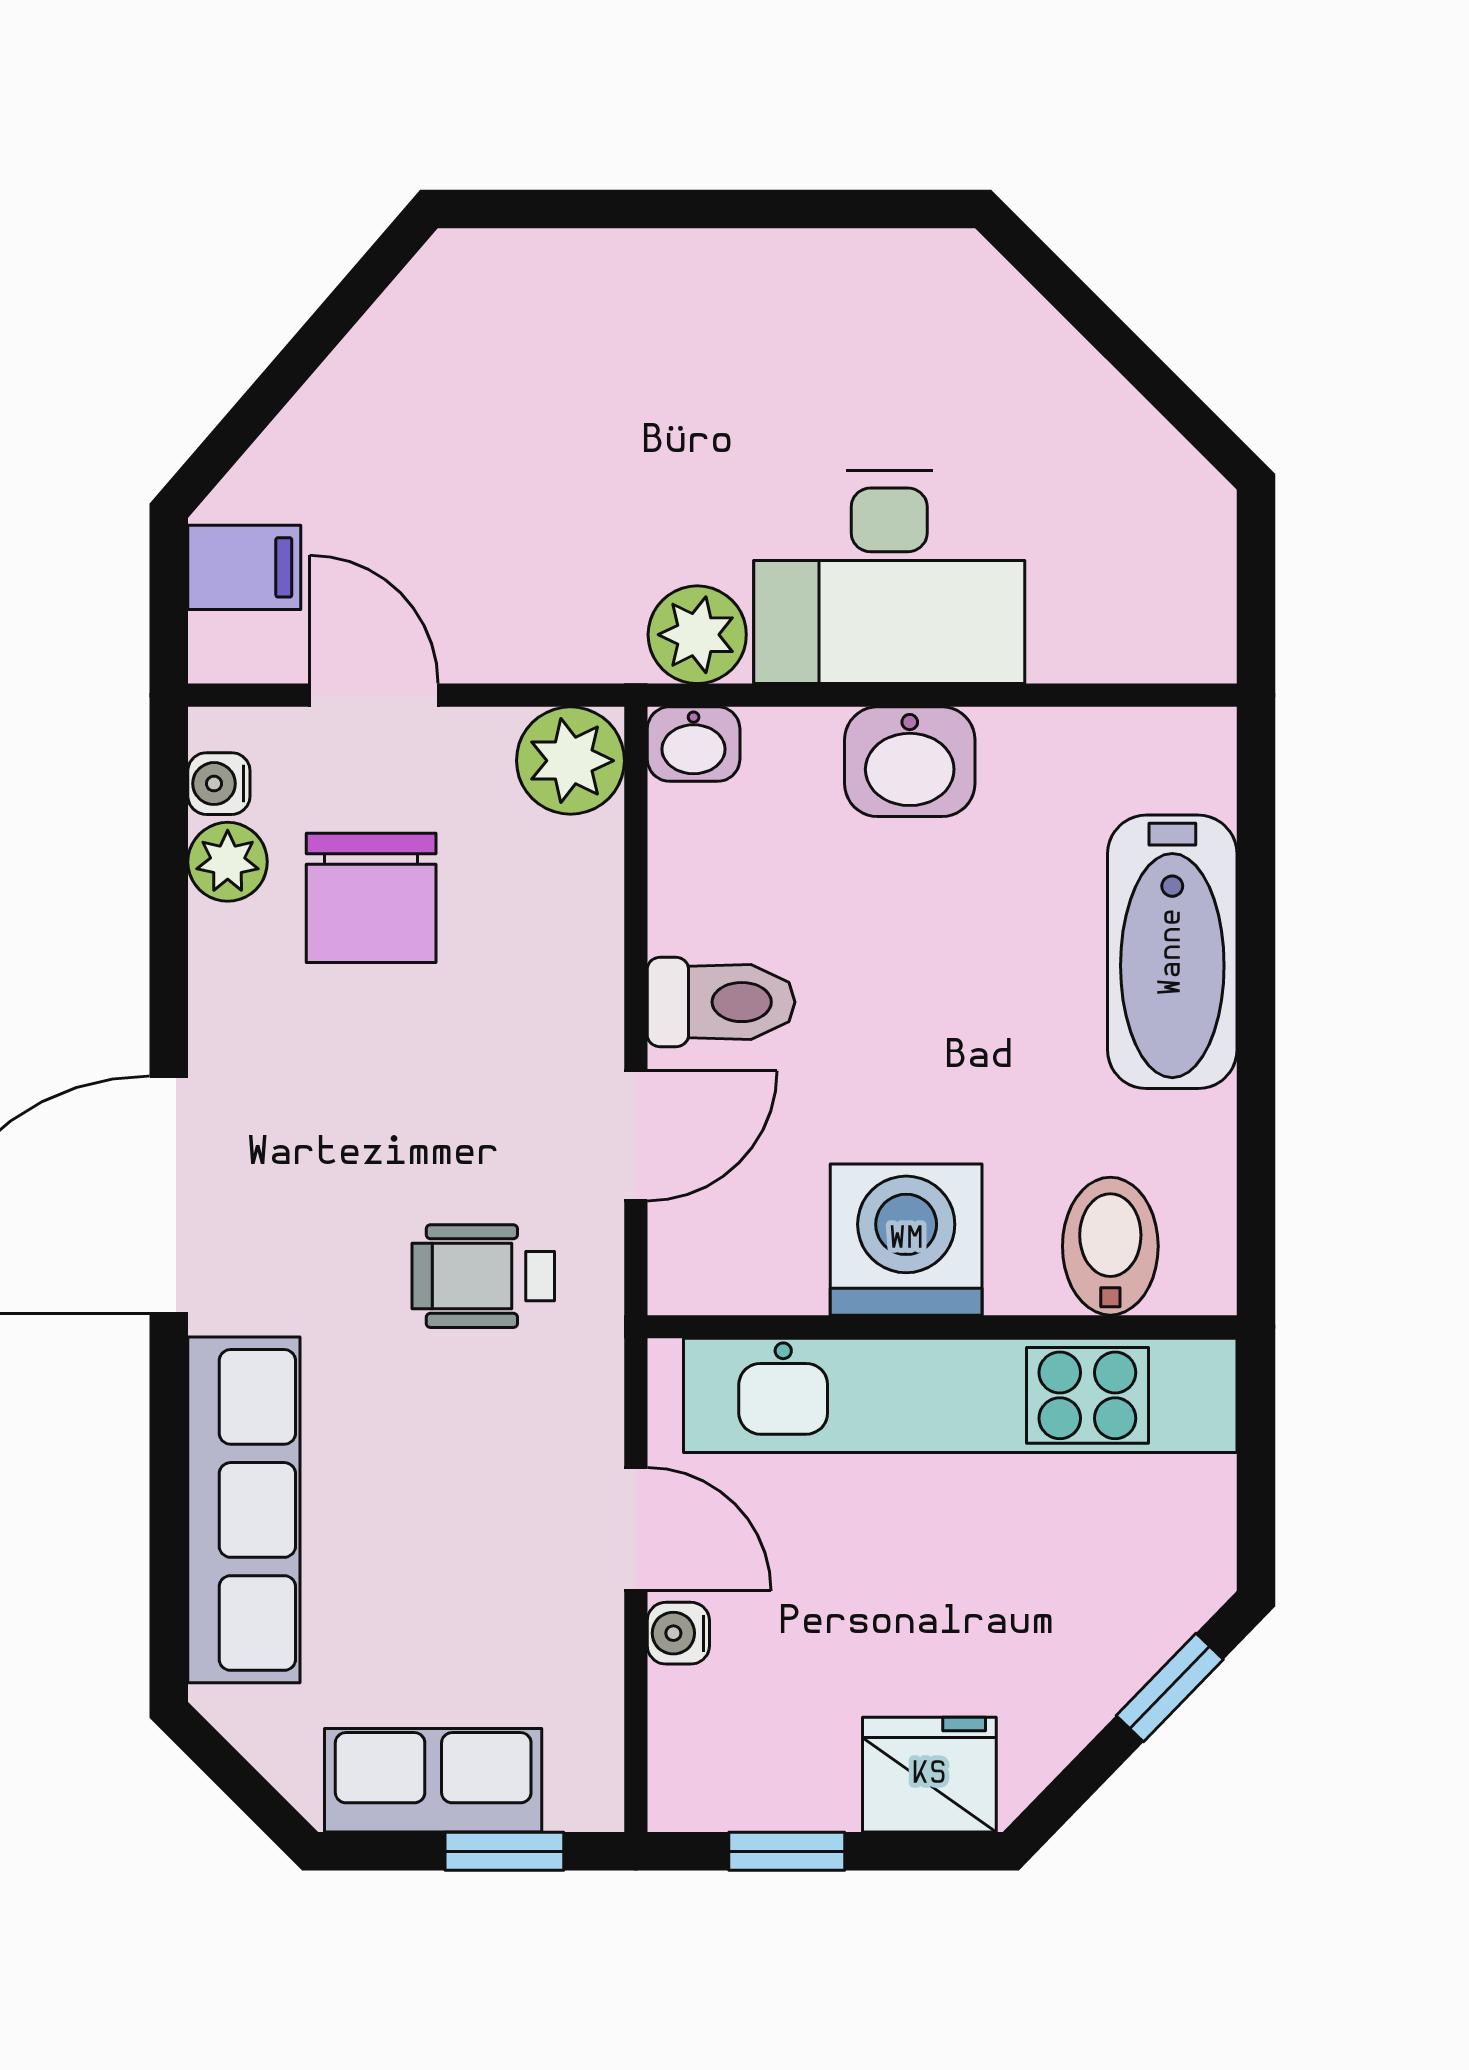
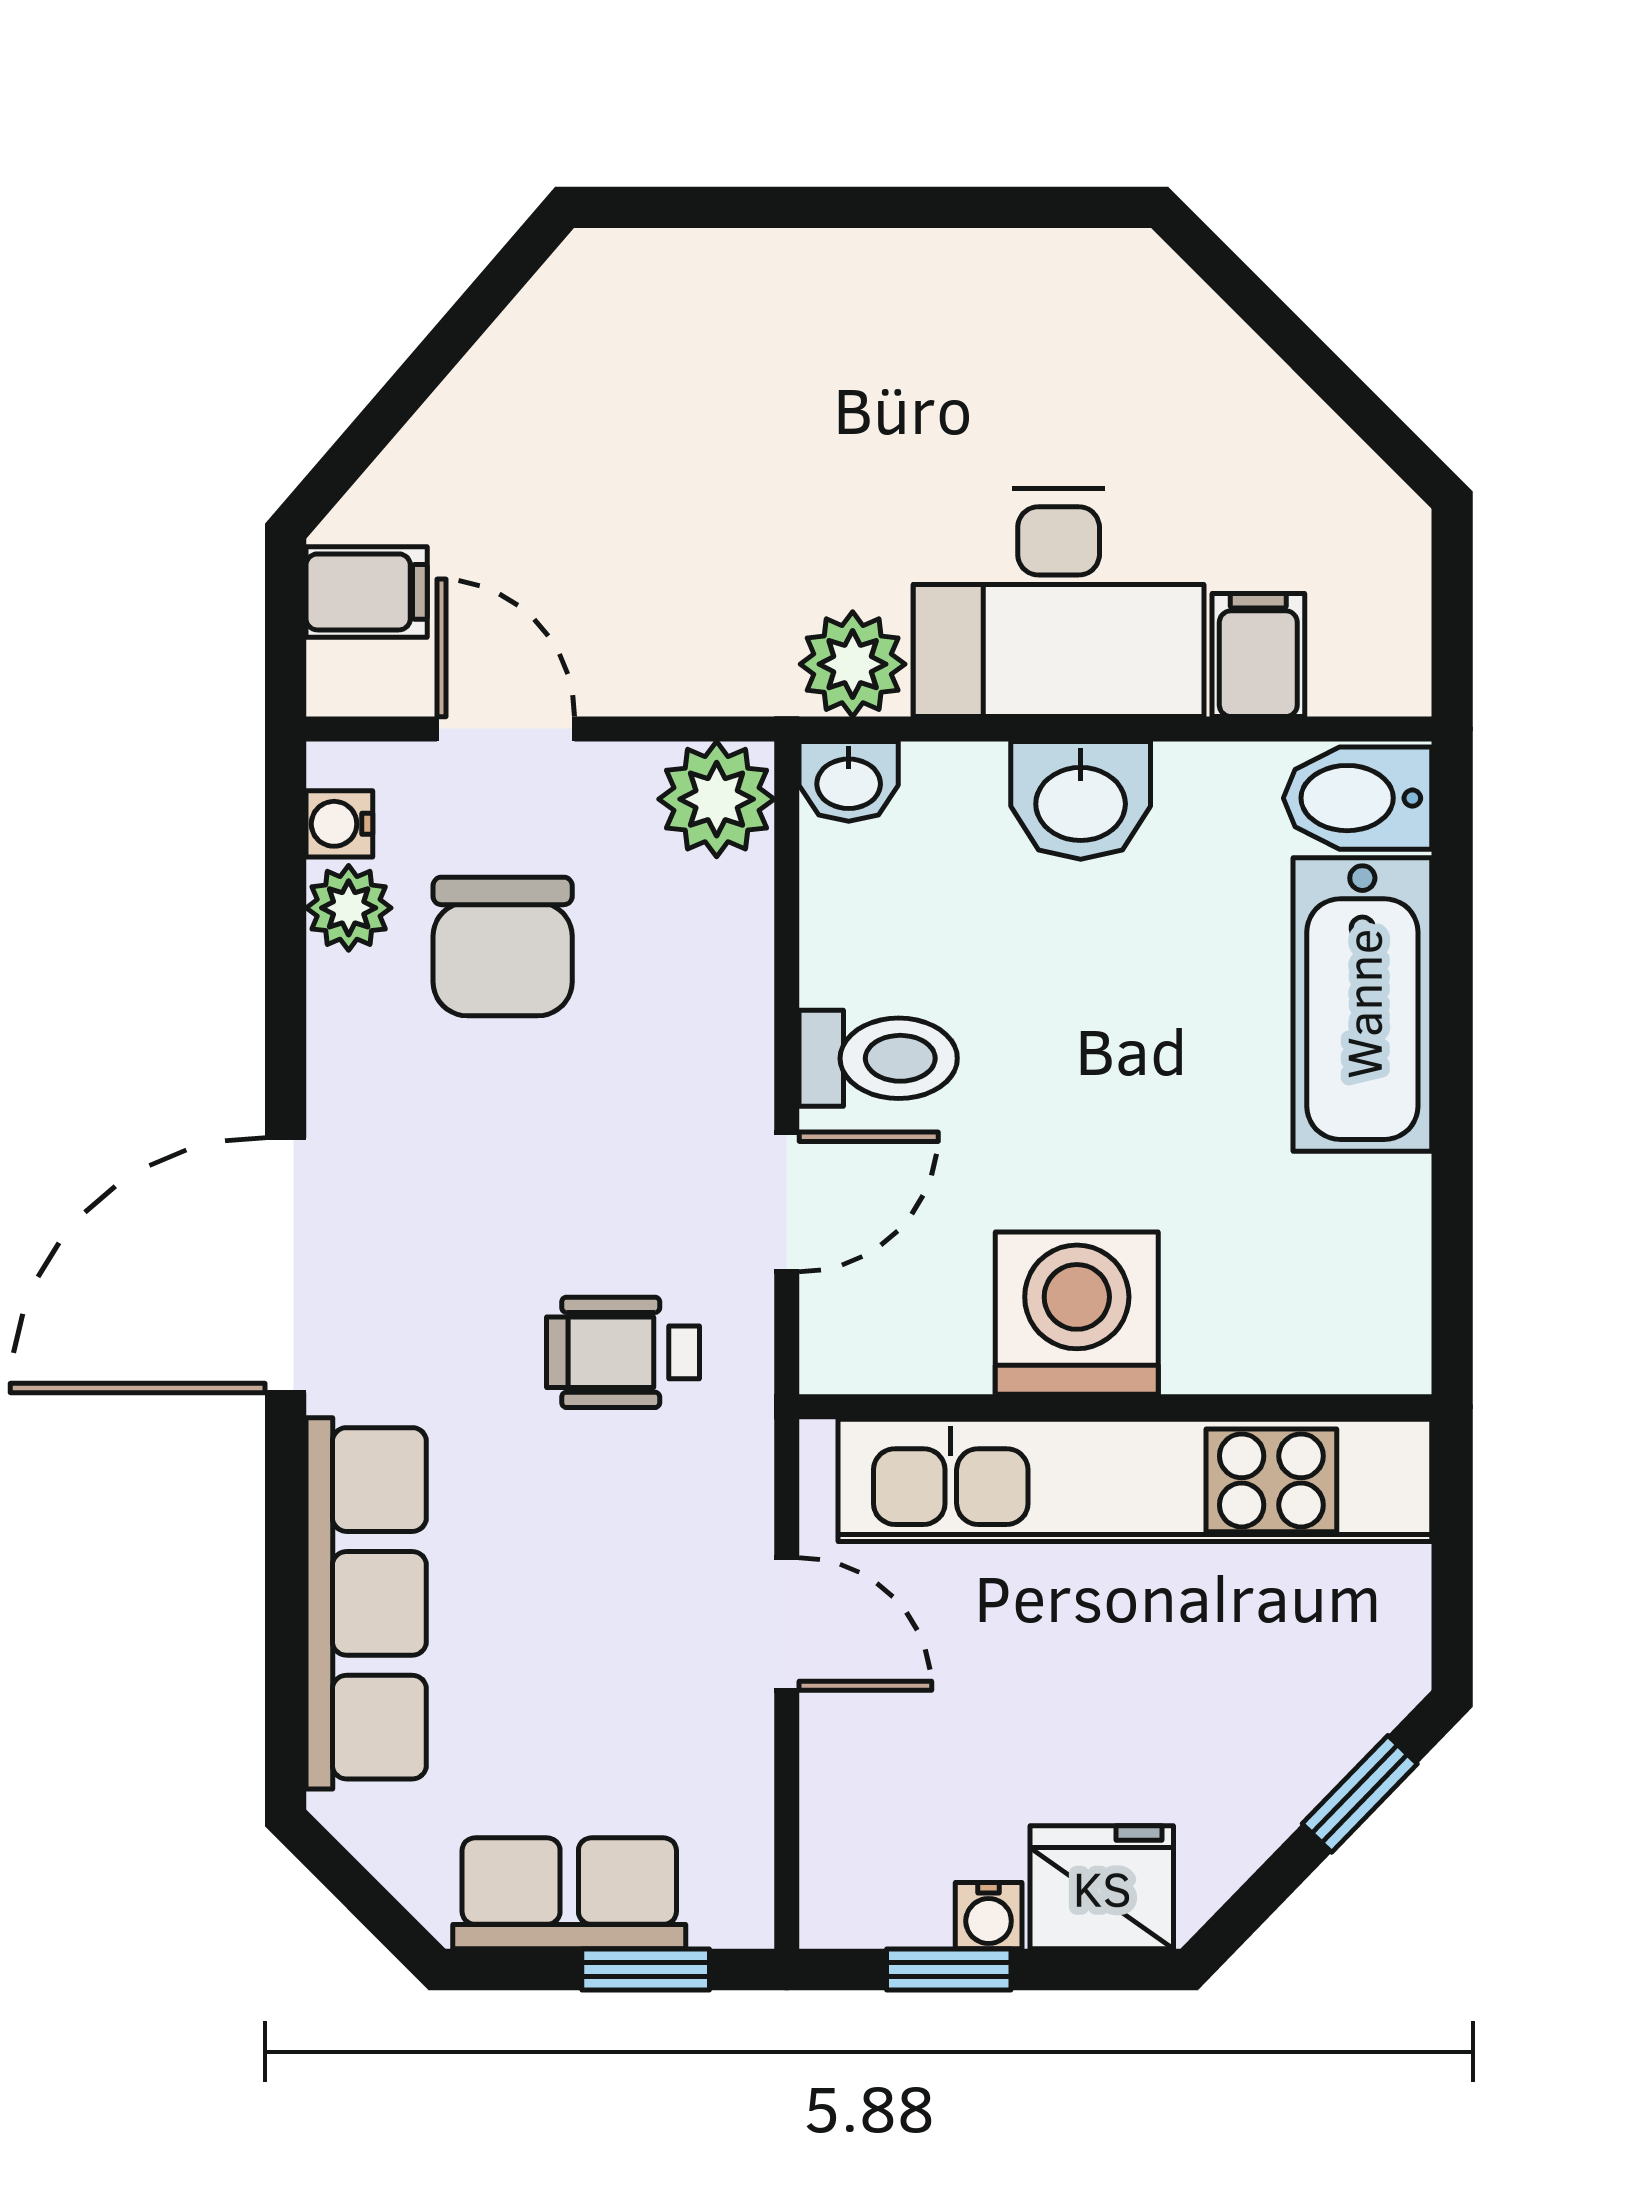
filing cabinet: (1075, 626) -> (1258, 655), added
bidet: (1110, 1246) -> (1357, 798), moved, turned -90
water cooler: (678, 1633) -> (989, 1916), moved, turned -90

